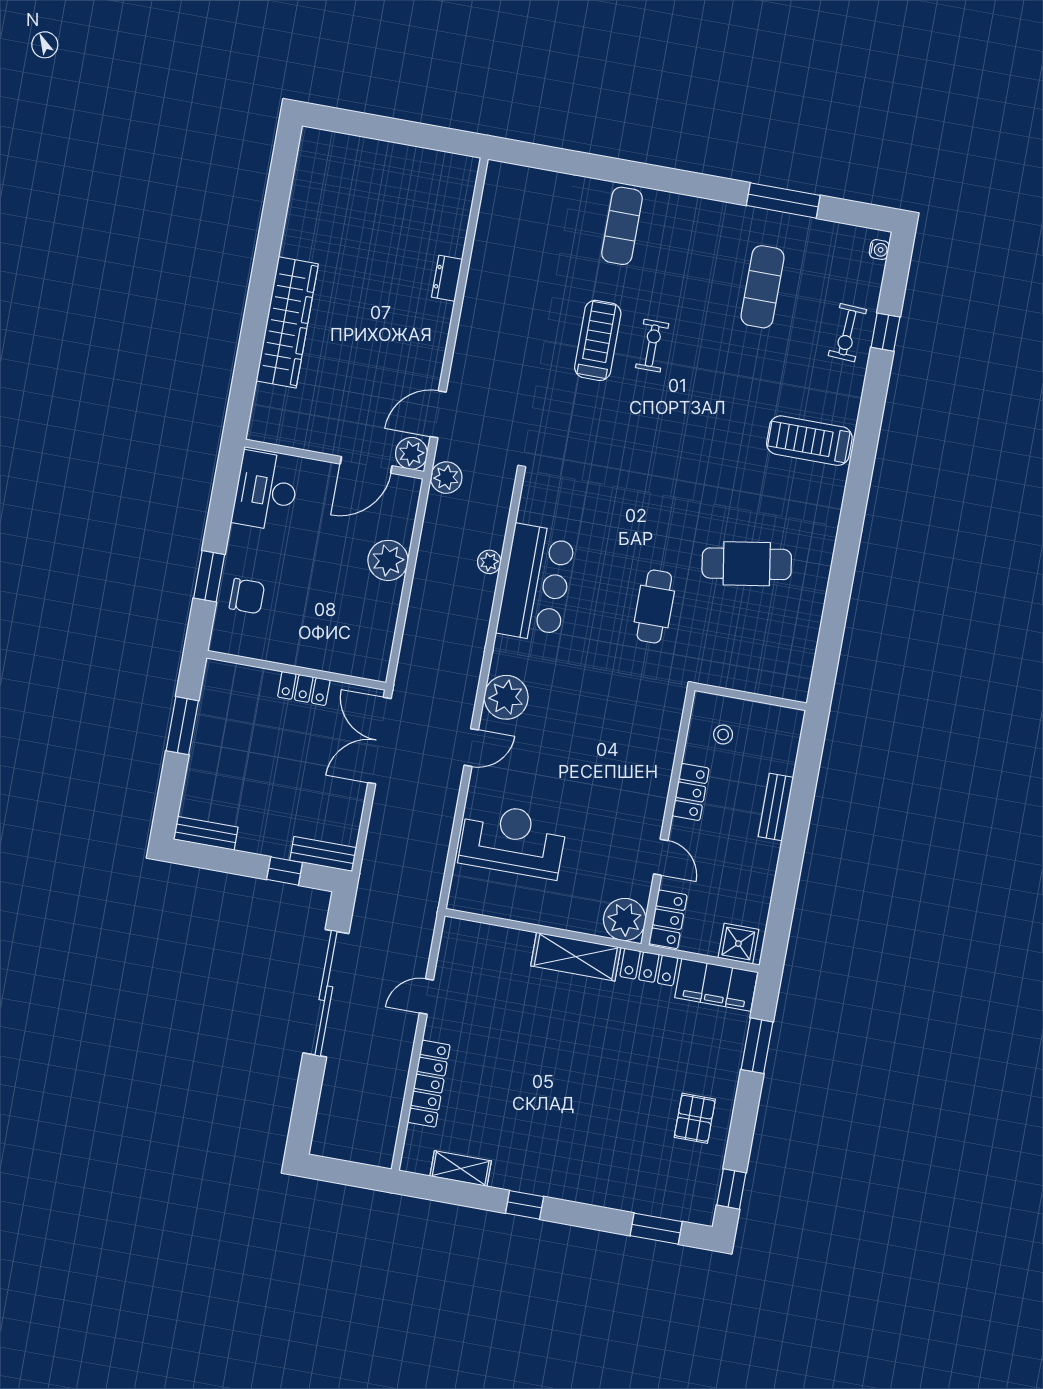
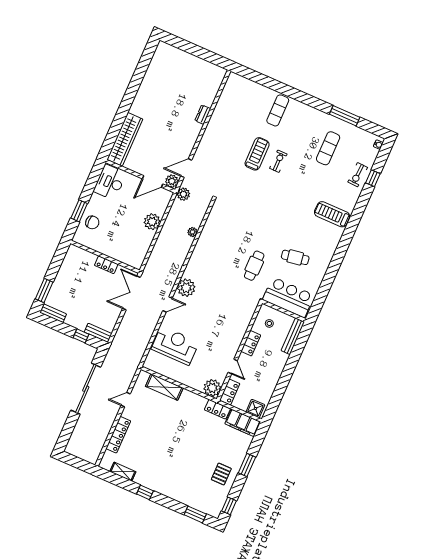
wardrobe: (287, 322) -> (125, 139), moved
cafe table: (747, 564) -> (295, 257), width x0.73, depth x0.74
bar counter: (536, 583) -> (288, 297), moved, turned -90
window: (182, 726) -> (44, 291), moved
bench: (776, 807) -> (293, 336), moved, width x1.36
shelving: (576, 957) -> (164, 387), moved
window: (757, 1046) -> (247, 465), moved

